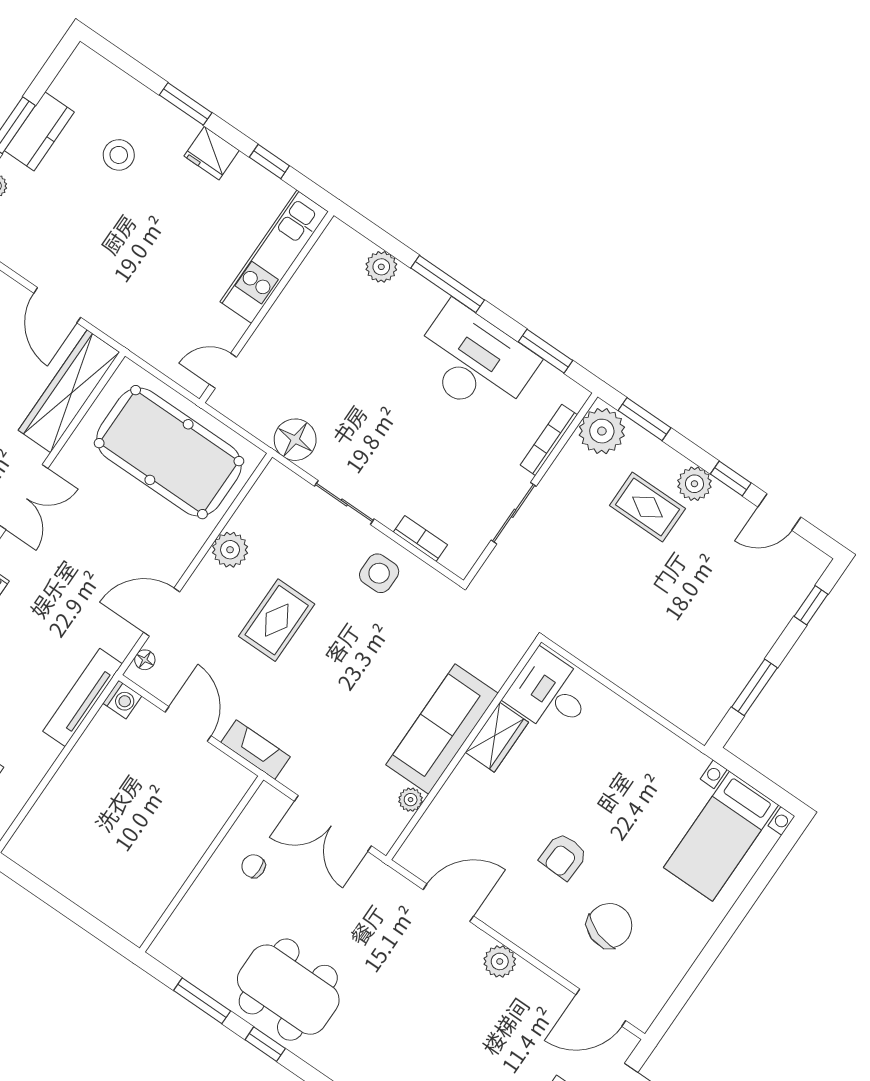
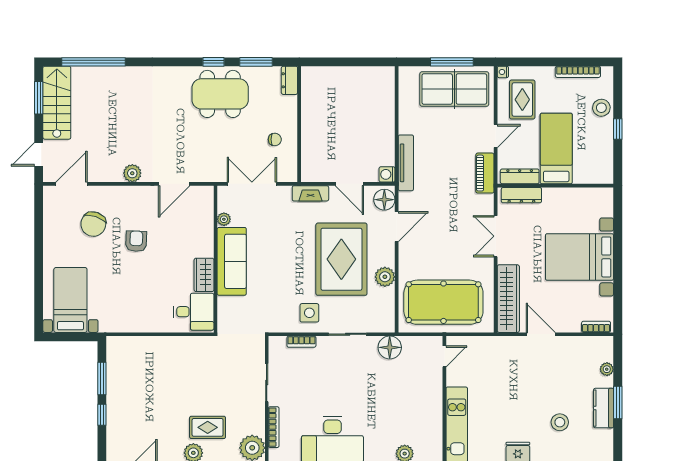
window: (811, 605) -> (102, 415), moved
rug: (277, 620) -> (341, 259), width x1.86, depth x2.06
floor lamp: (145, 660) -> (384, 200), width x1.89, depth x1.89
dresser: (171, 939) -> (289, 80), added

